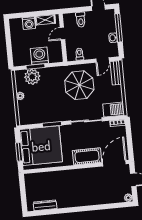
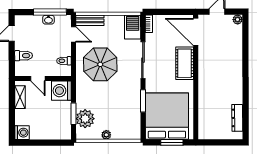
washing machine: (29, 23) -> (22, 133), moved
window: (119, 28) -> (50, 12), moved
washing machine: (39, 56) -> (61, 91), moved

